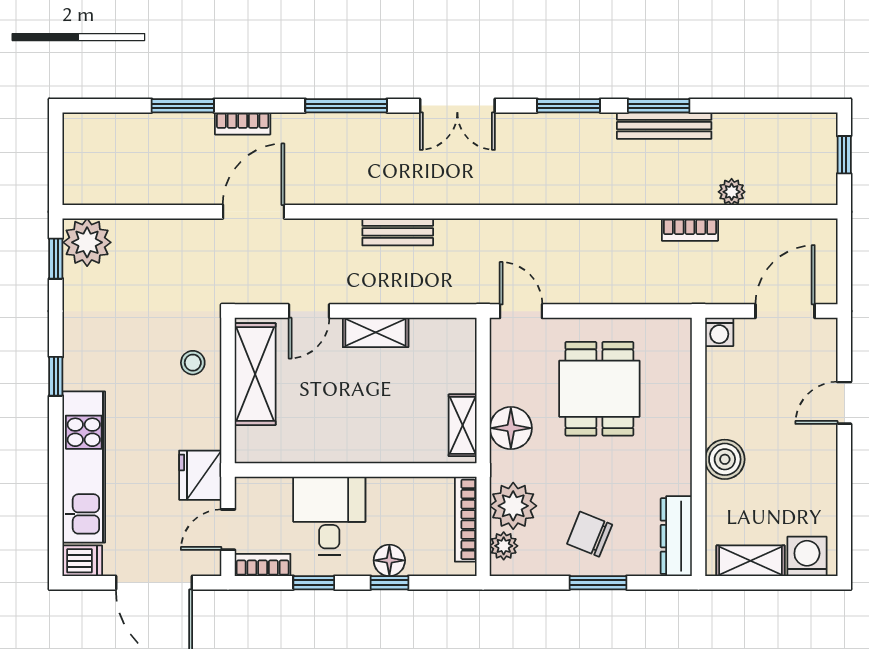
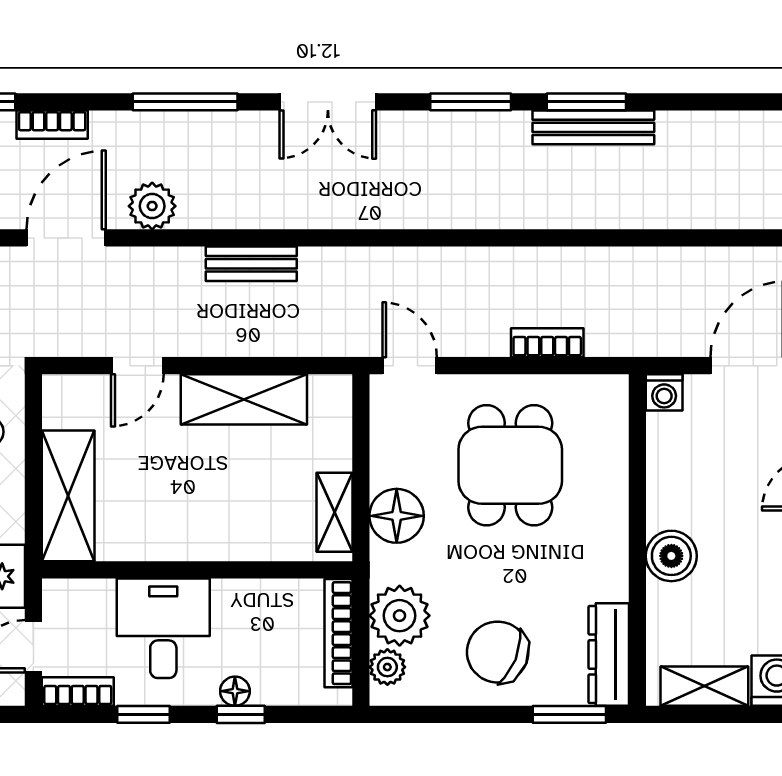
plant: (732, 192) -> (152, 206), moved, width x1.38, depth x1.38
bookcase: (690, 230) -> (547, 343), moved, turned 180
shelving: (376, 332) -> (244, 399), width x1.50, depth x1.33
shelving: (255, 374) -> (68, 496), moved
chair: (590, 534) -> (498, 652), width x1.37, depth x1.37
floor lamp: (389, 560) -> (235, 691), width x0.73, depth x0.73
window: (598, 583) -> (569, 714), moved

